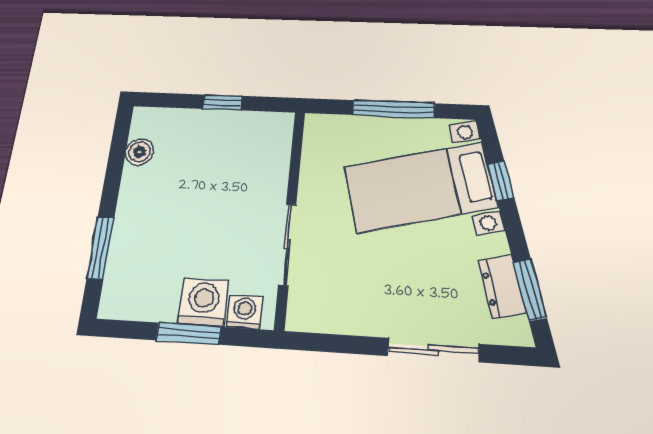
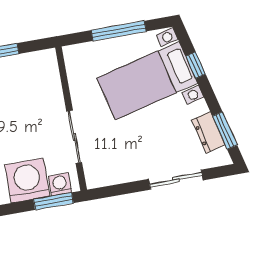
washing machine: (203, 302) -> (27, 180), width x1.37, depth x1.37
window: (188, 334) -> (53, 201), moved

